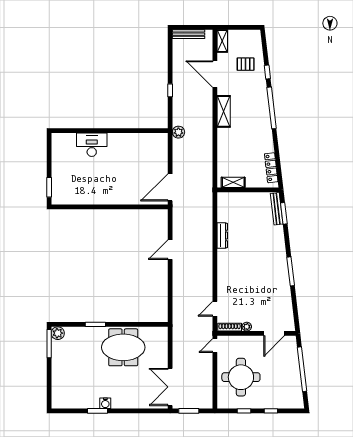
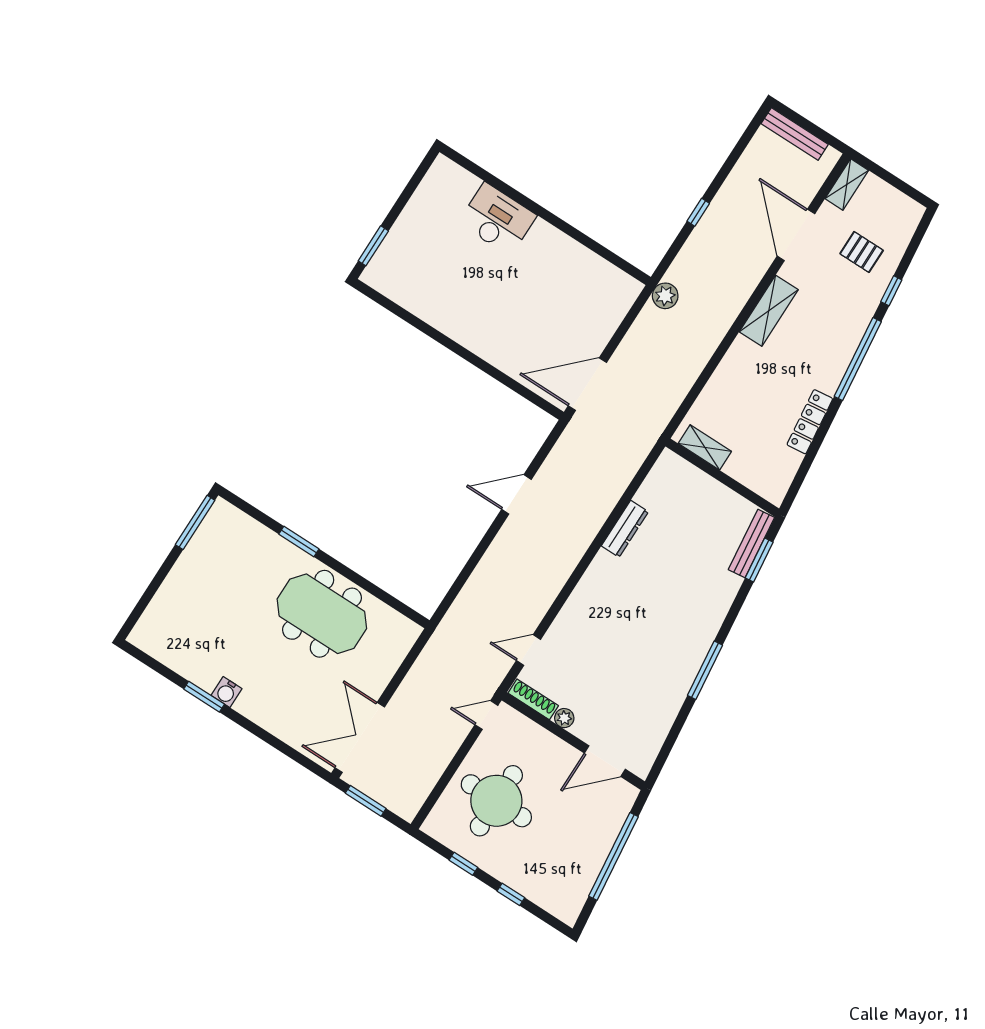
locker: (271, 168) -> (810, 422), moved
plant: (58, 333) -> (222, 514), removed

